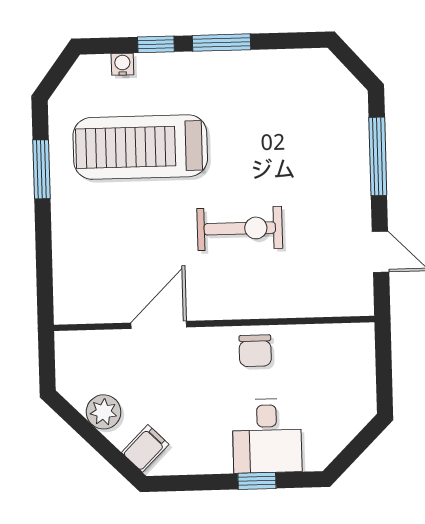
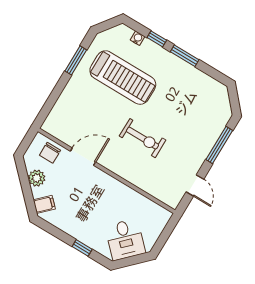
treadmill: (140, 147) -> (123, 78), turned 180
chair: (255, 351) -> (50, 153), moved
desk: (267, 436) -> (125, 239), moved, turned -45

